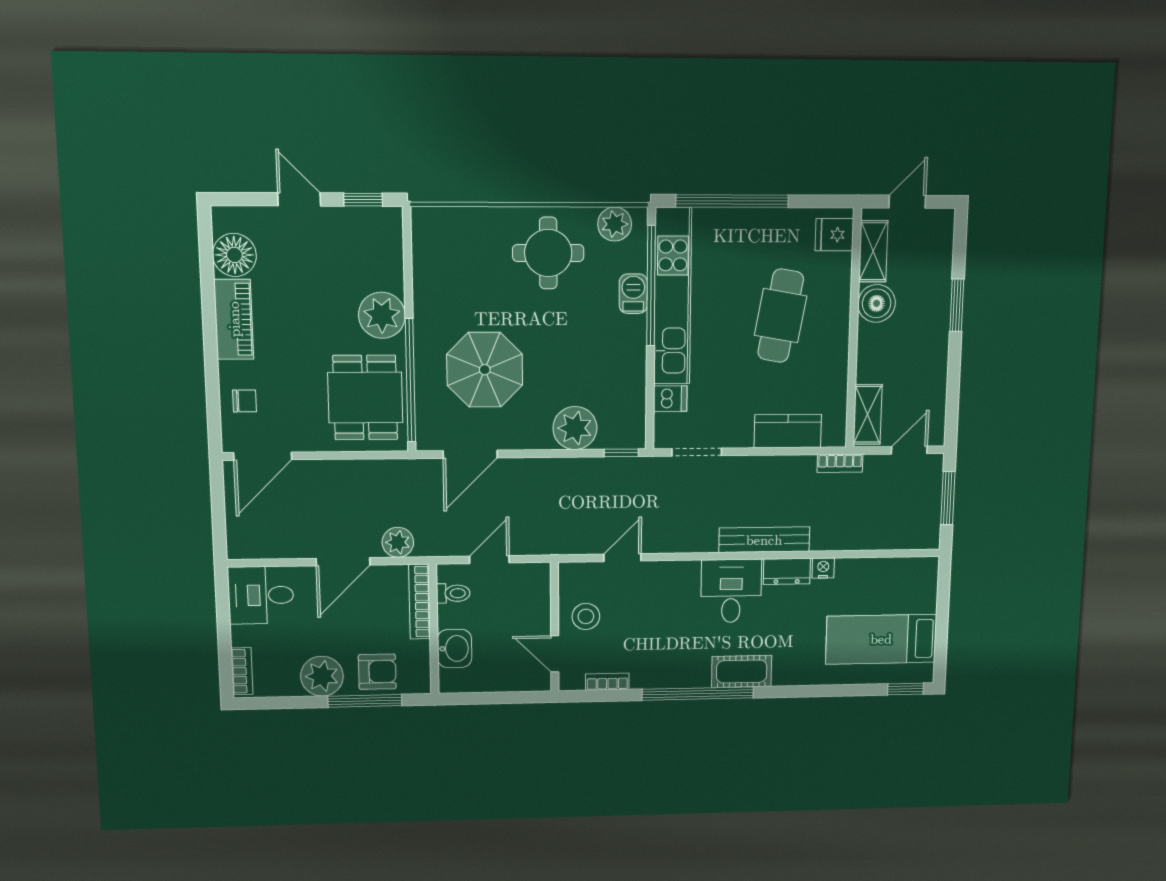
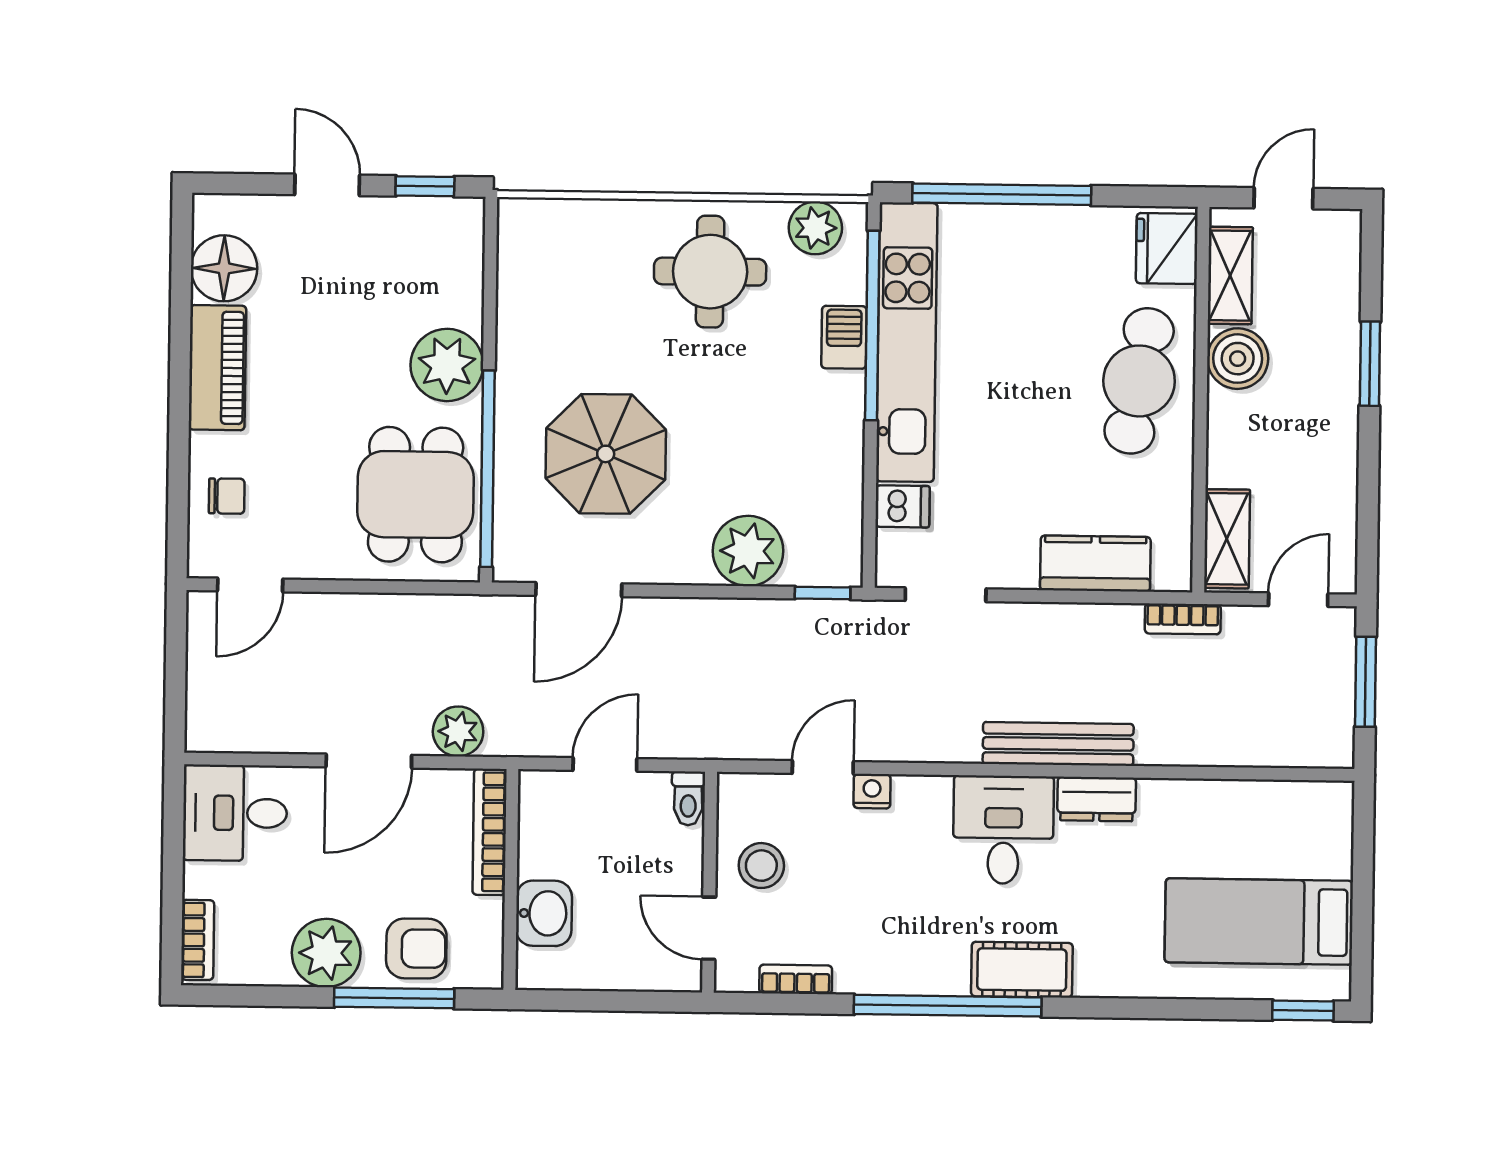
fridge: (834, 235) -> (1167, 249), width x1.38
cafe table: (781, 316) -> (1139, 381), moved
door: (263, 456) -> (250, 585), width x0.73
nightstand: (823, 568) -> (872, 791), moved
toilet: (453, 593) -> (688, 798), moved, turned 90

